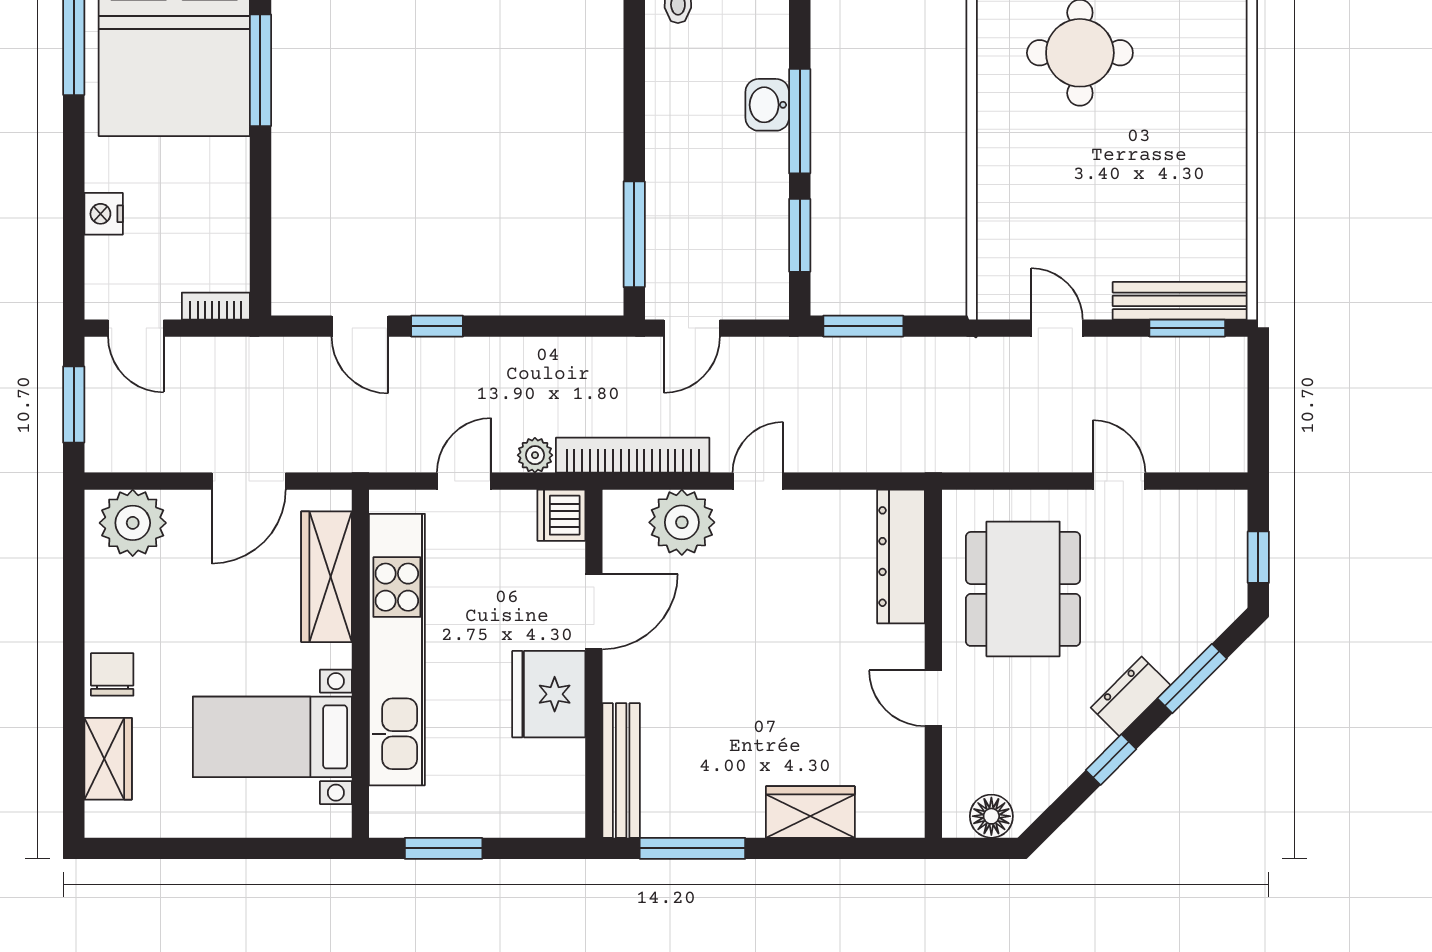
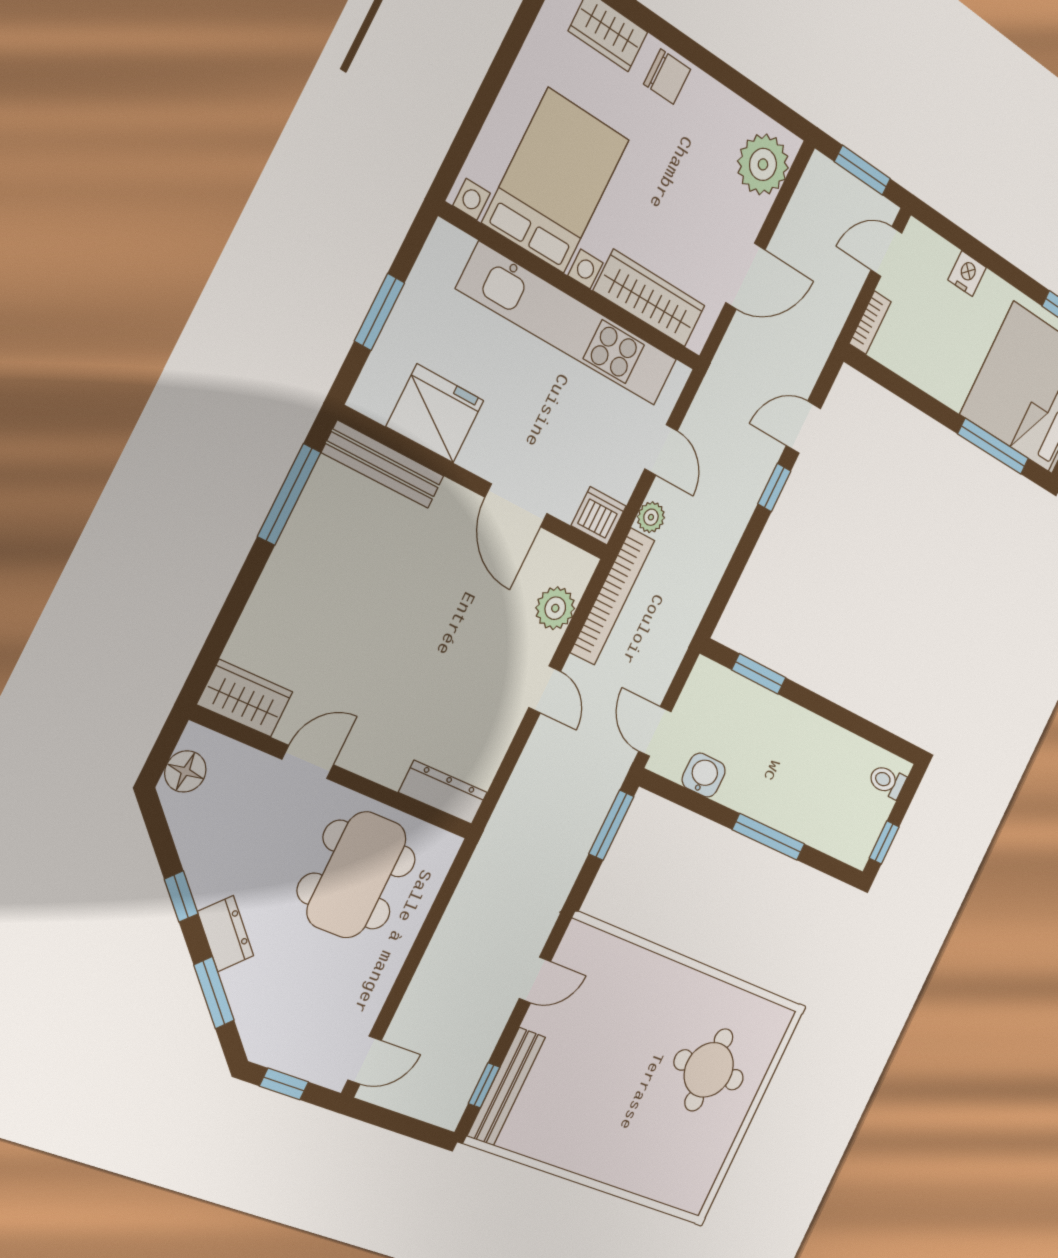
washbasin: (767, 105) -> (704, 775), moved
window: (634, 234) -> (759, 674), width x0.69
window: (800, 235) -> (696, 803), removed
door: (692, 328) -> (655, 731), moved
window: (1187, 328) -> (484, 1085), width x0.67
door: (249, 481) -> (745, 276), swing flipped
door: (1119, 481) -> (365, 1060), moved
plant: (682, 522) -> (555, 608), width x0.73, depth x0.73
dresser: (901, 557) -> (443, 792), width x0.73, depth x0.80
dining table: (1023, 589) -> (357, 875), turned 90
fridge: (549, 694) -> (435, 413), moved
bed with nightstands: (272, 737) -> (556, 181), width x1.36
wardrobe: (810, 812) -> (245, 698), moved, turned -90
window: (444, 848) -> (379, 312), moved

